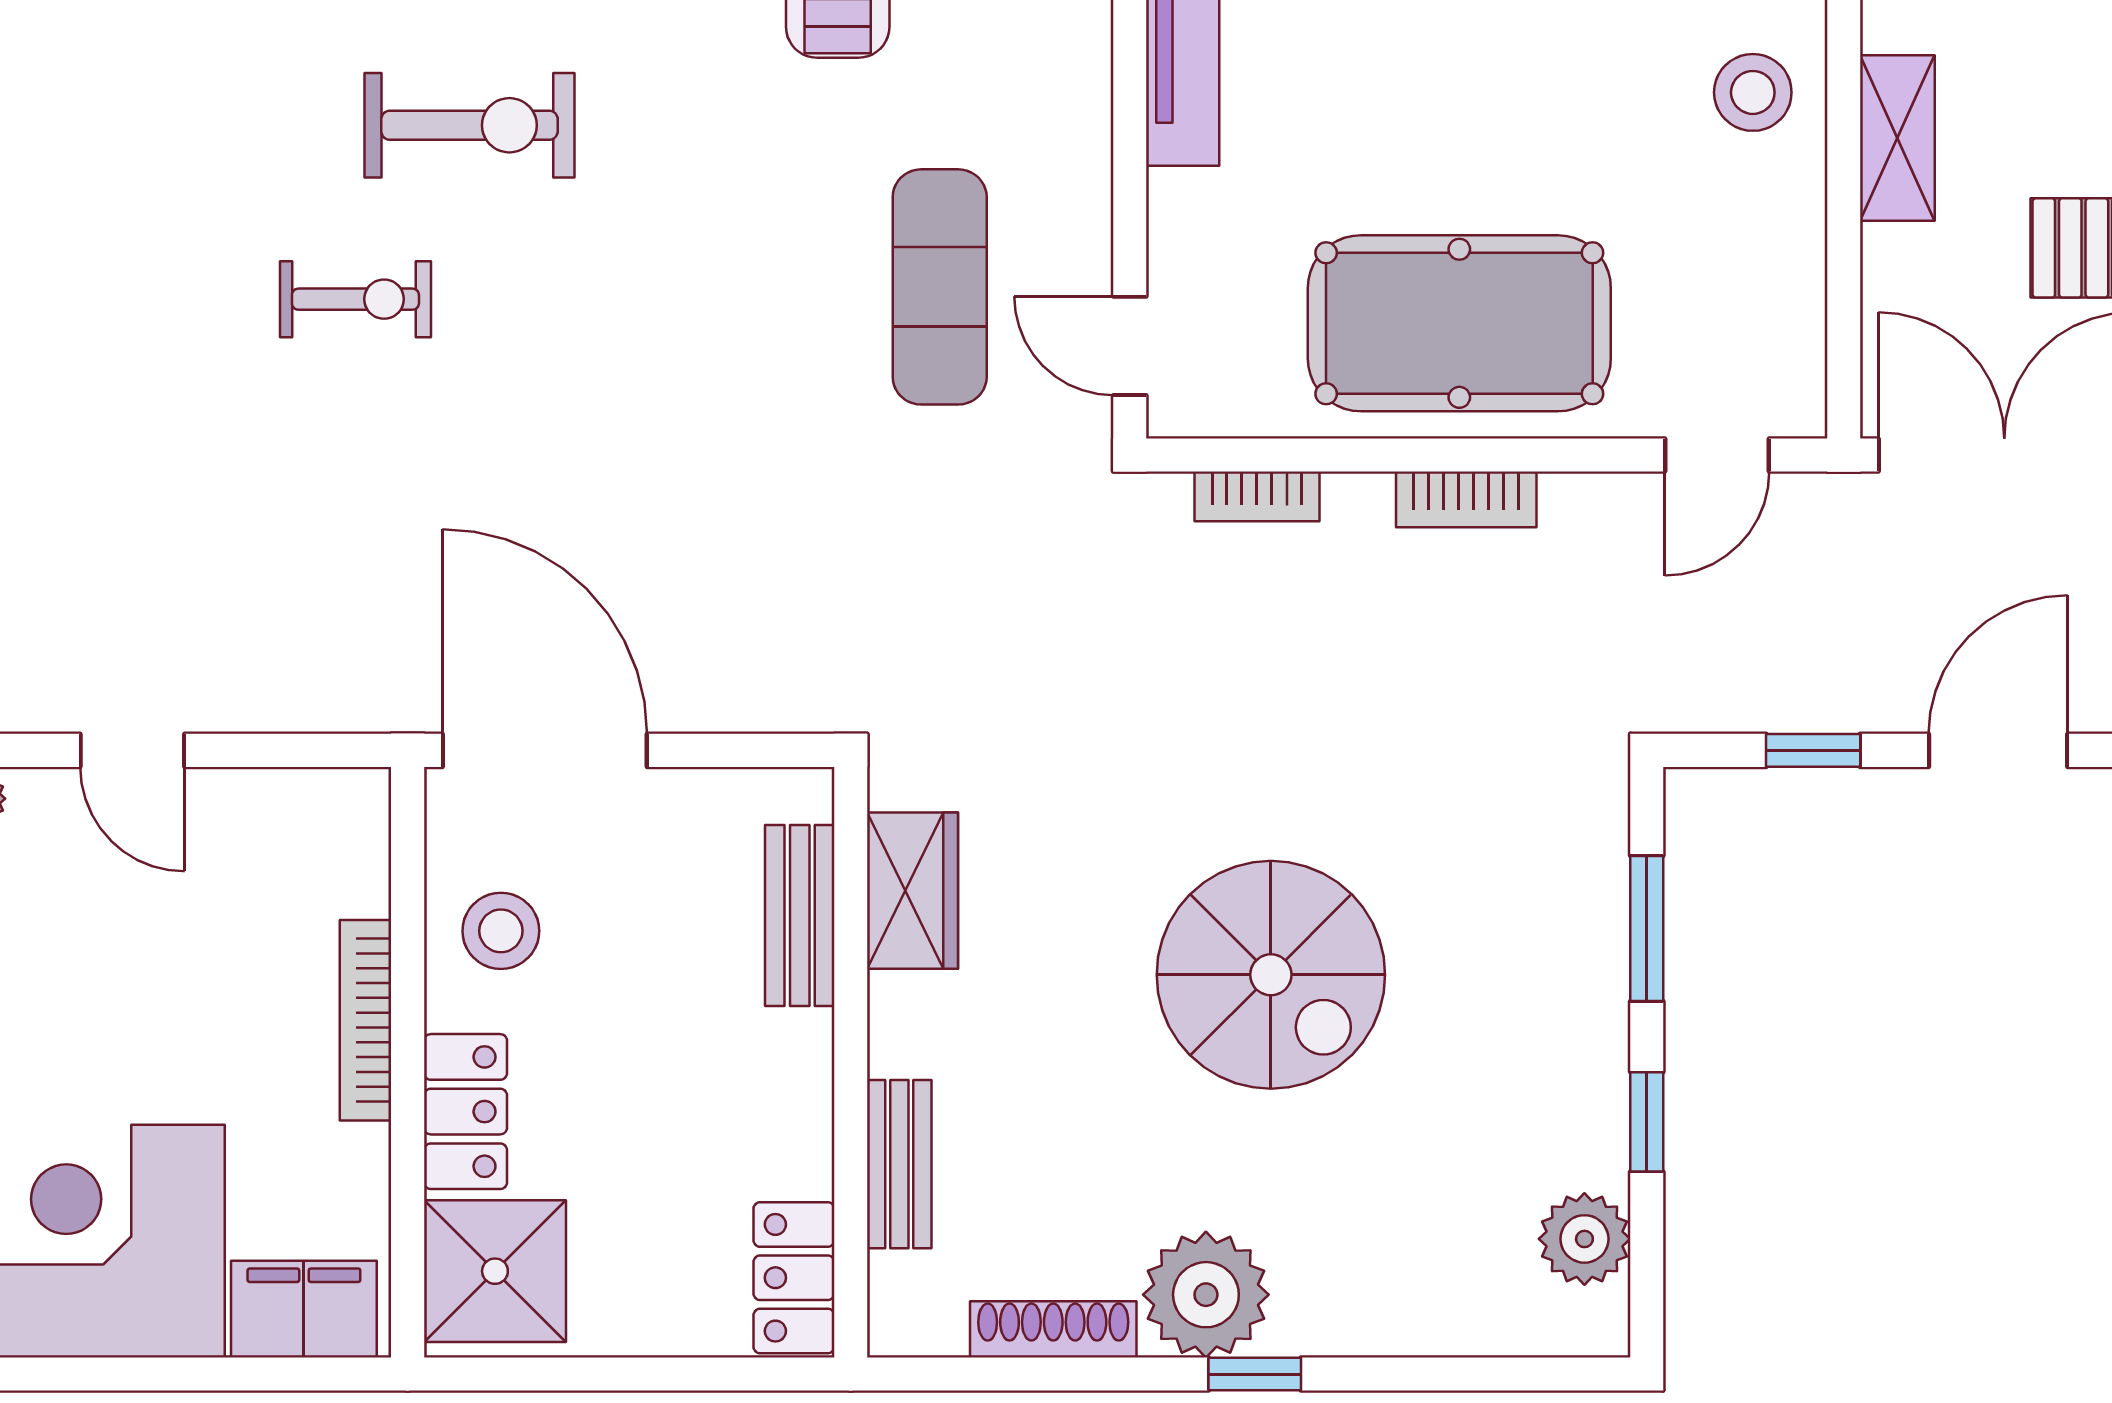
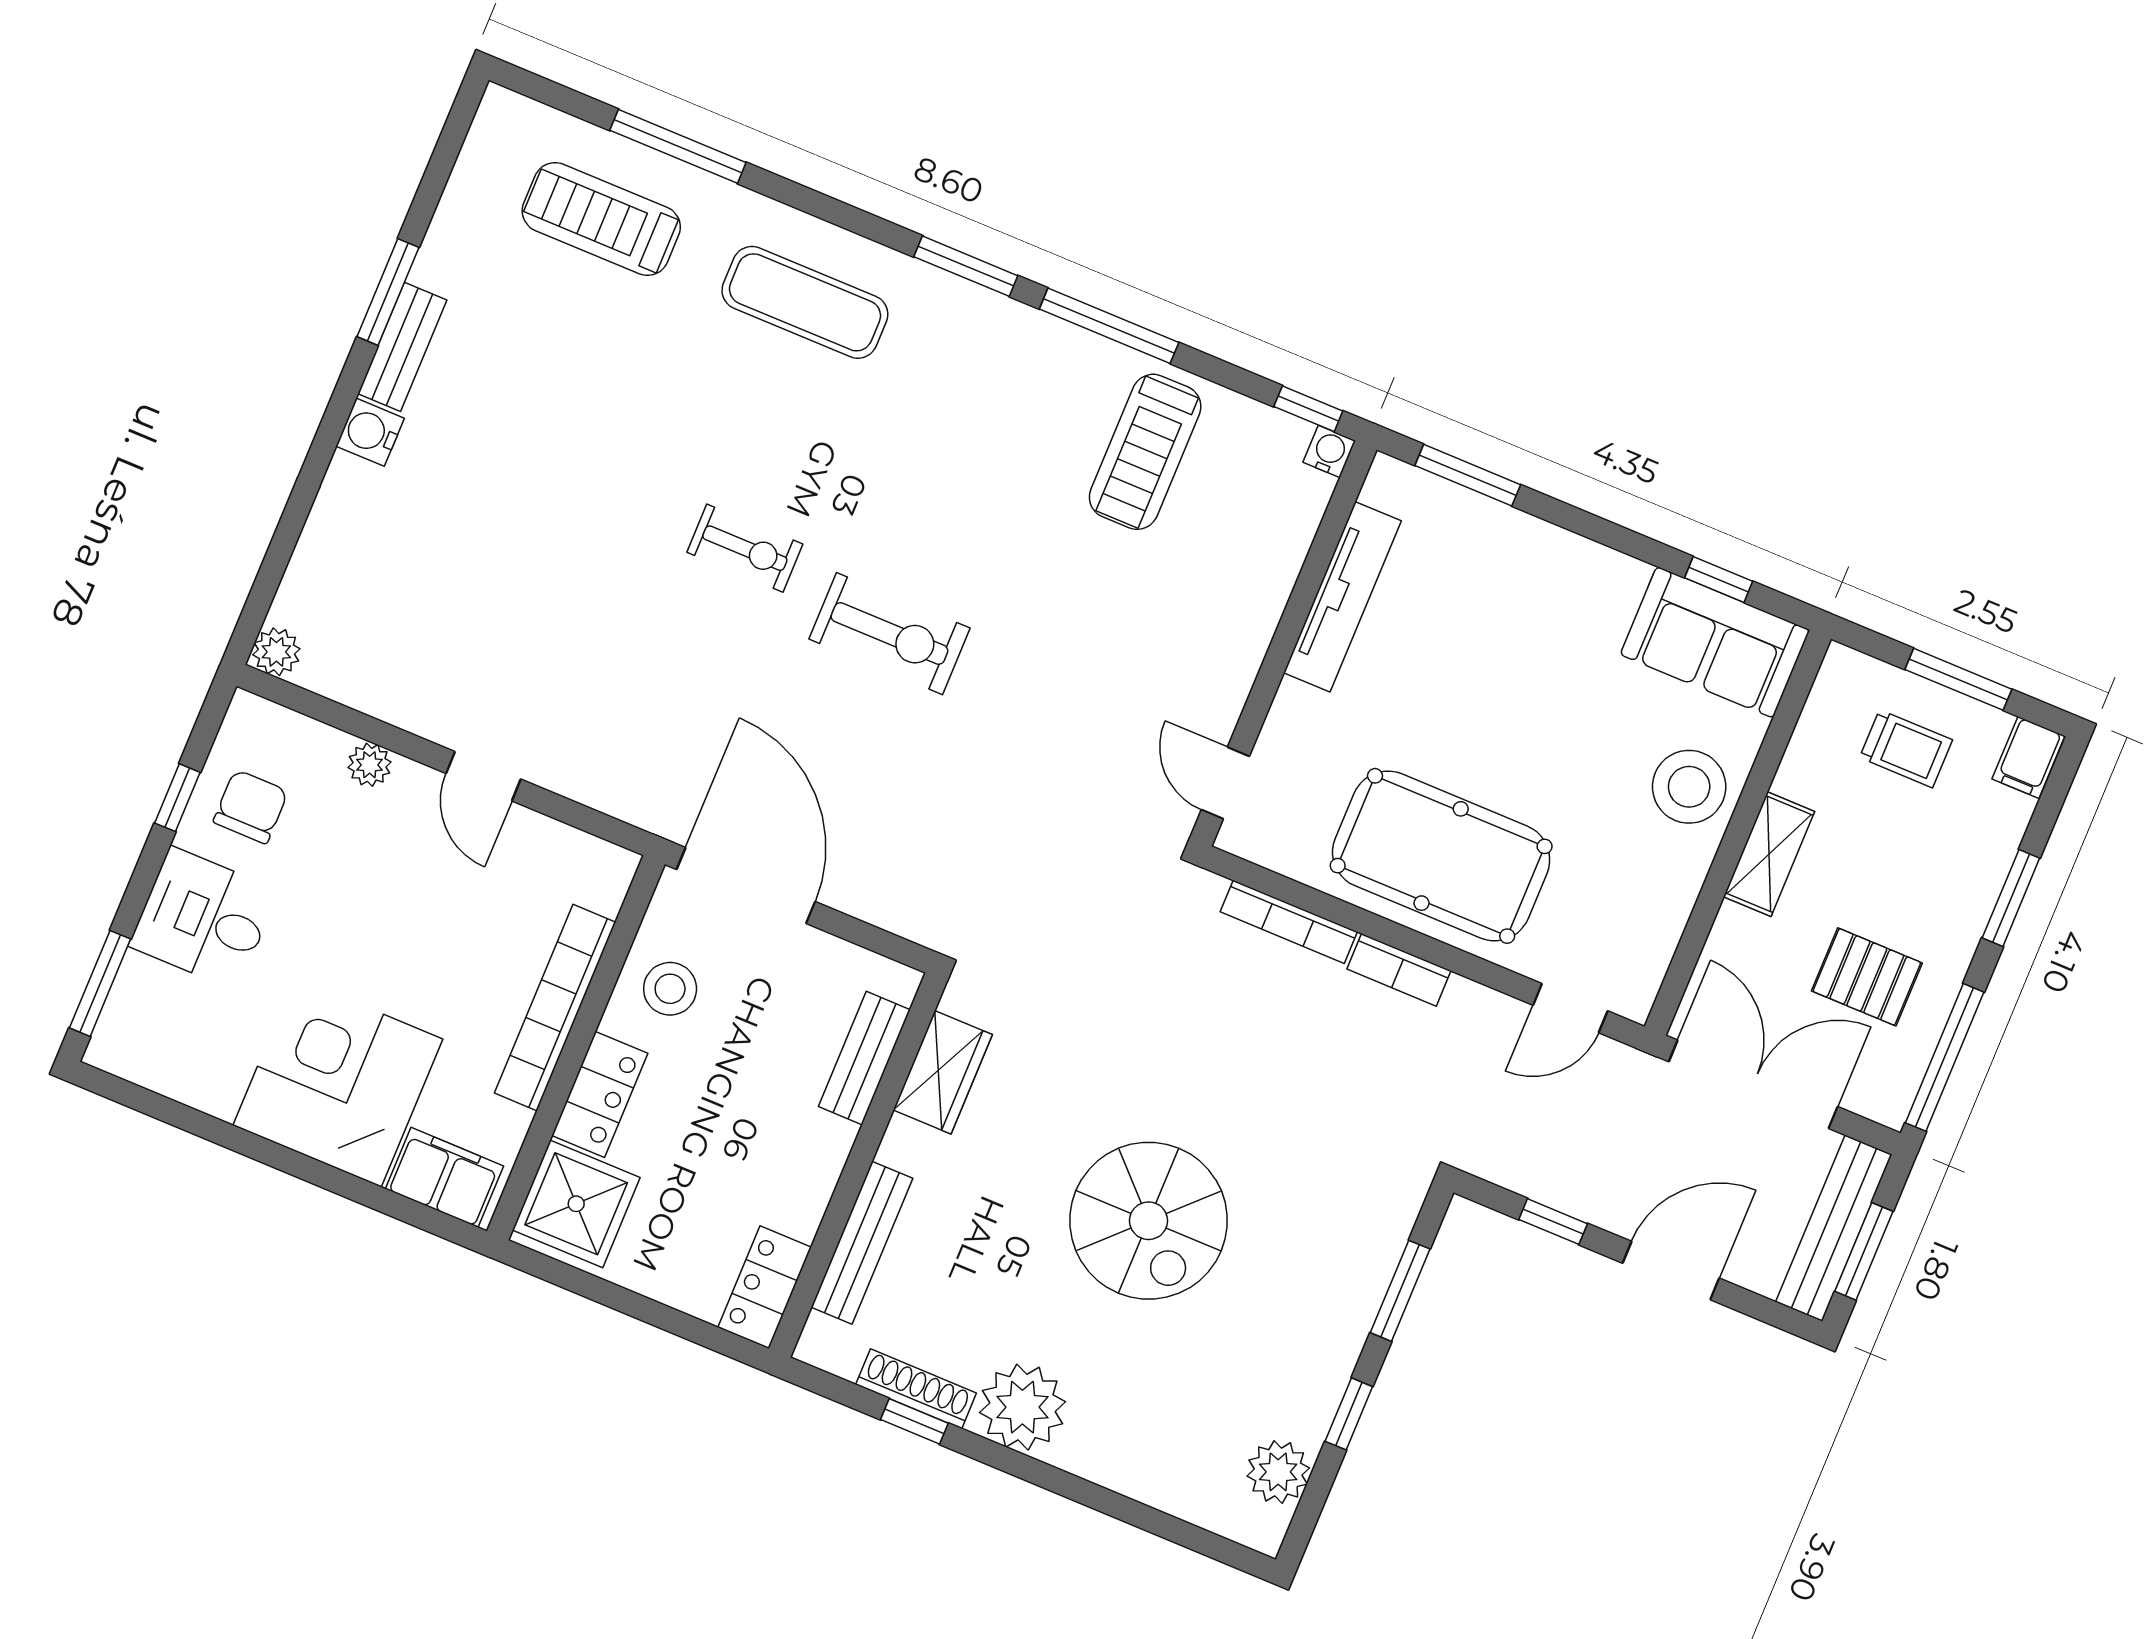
stool: (1753, 92) -> (1689, 787), width x1.38, depth x1.38
exercise bike: (469, 125) -> (889, 634), moved
exercise mat: (940, 287) -> (1120, 695), removed
bookcase: (1257, 496) -> (1289, 922), width x1.56
bookcase: (365, 1020) -> (555, 1008), width x1.48, depth x1.31
bench: (899, 1164) -> (862, 1243), width x1.36
window: (1255, 1374) -> (914, 1421), moved

